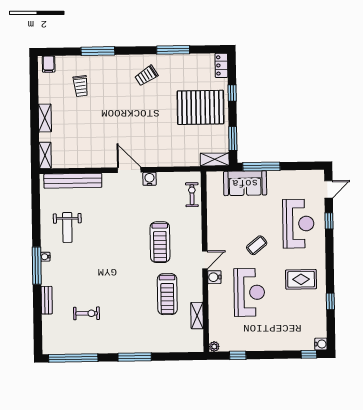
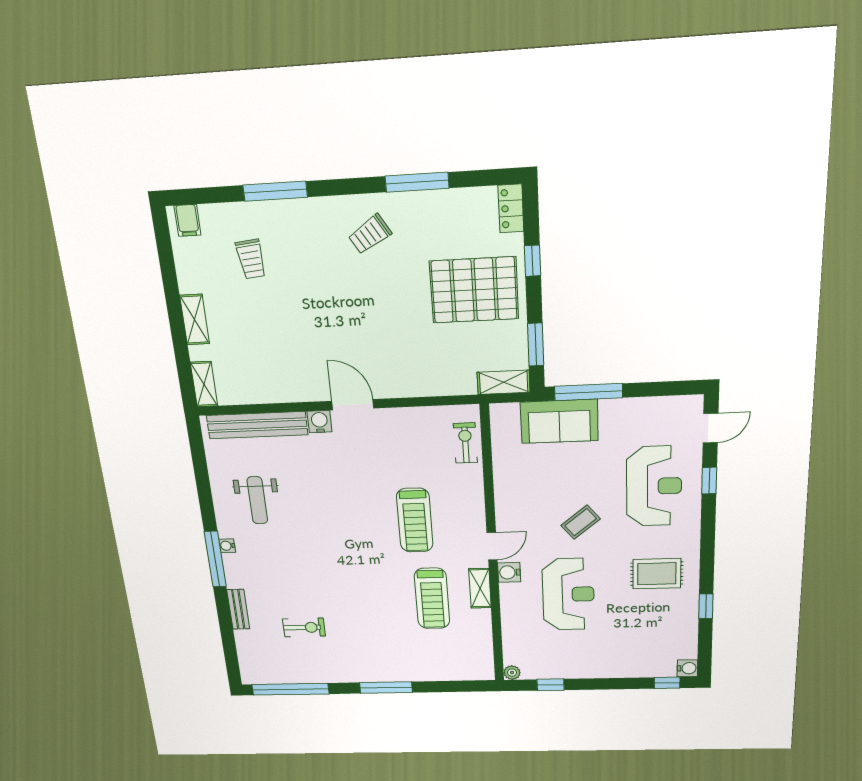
water cooler: (149, 179) -> (319, 422), moved
shelving: (197, 316) -> (480, 588), moved

